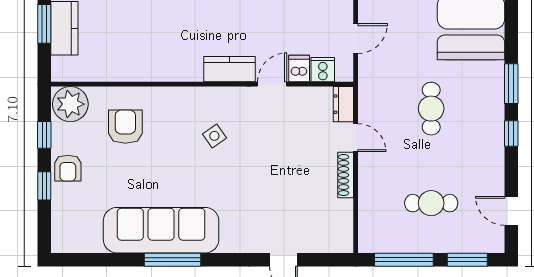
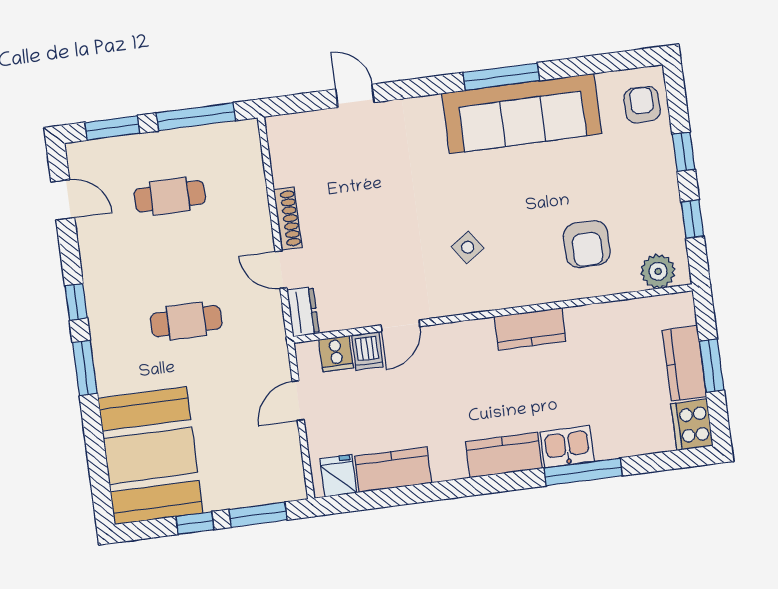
kitchen counter: (229, 69) -> (530, 329), moved
plant: (70, 104) -> (658, 271), width x0.73, depth x0.73
cafe table: (431, 109) -> (186, 321), turned 90
armchair: (68, 168) -> (642, 105), moved

